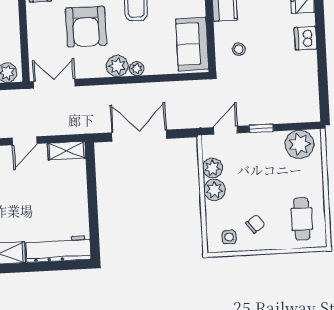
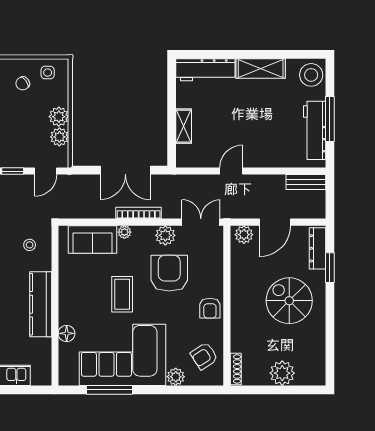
sofa: (192, 44) -> (92, 239), moved, turned 90
plant: (117, 66) -> (165, 235), moved
double door: (54, 84) -> (201, 222), swing flipped
bookcase: (122, 90) -> (139, 213), added
shelving: (67, 151) -> (184, 126), moved, turned 90

